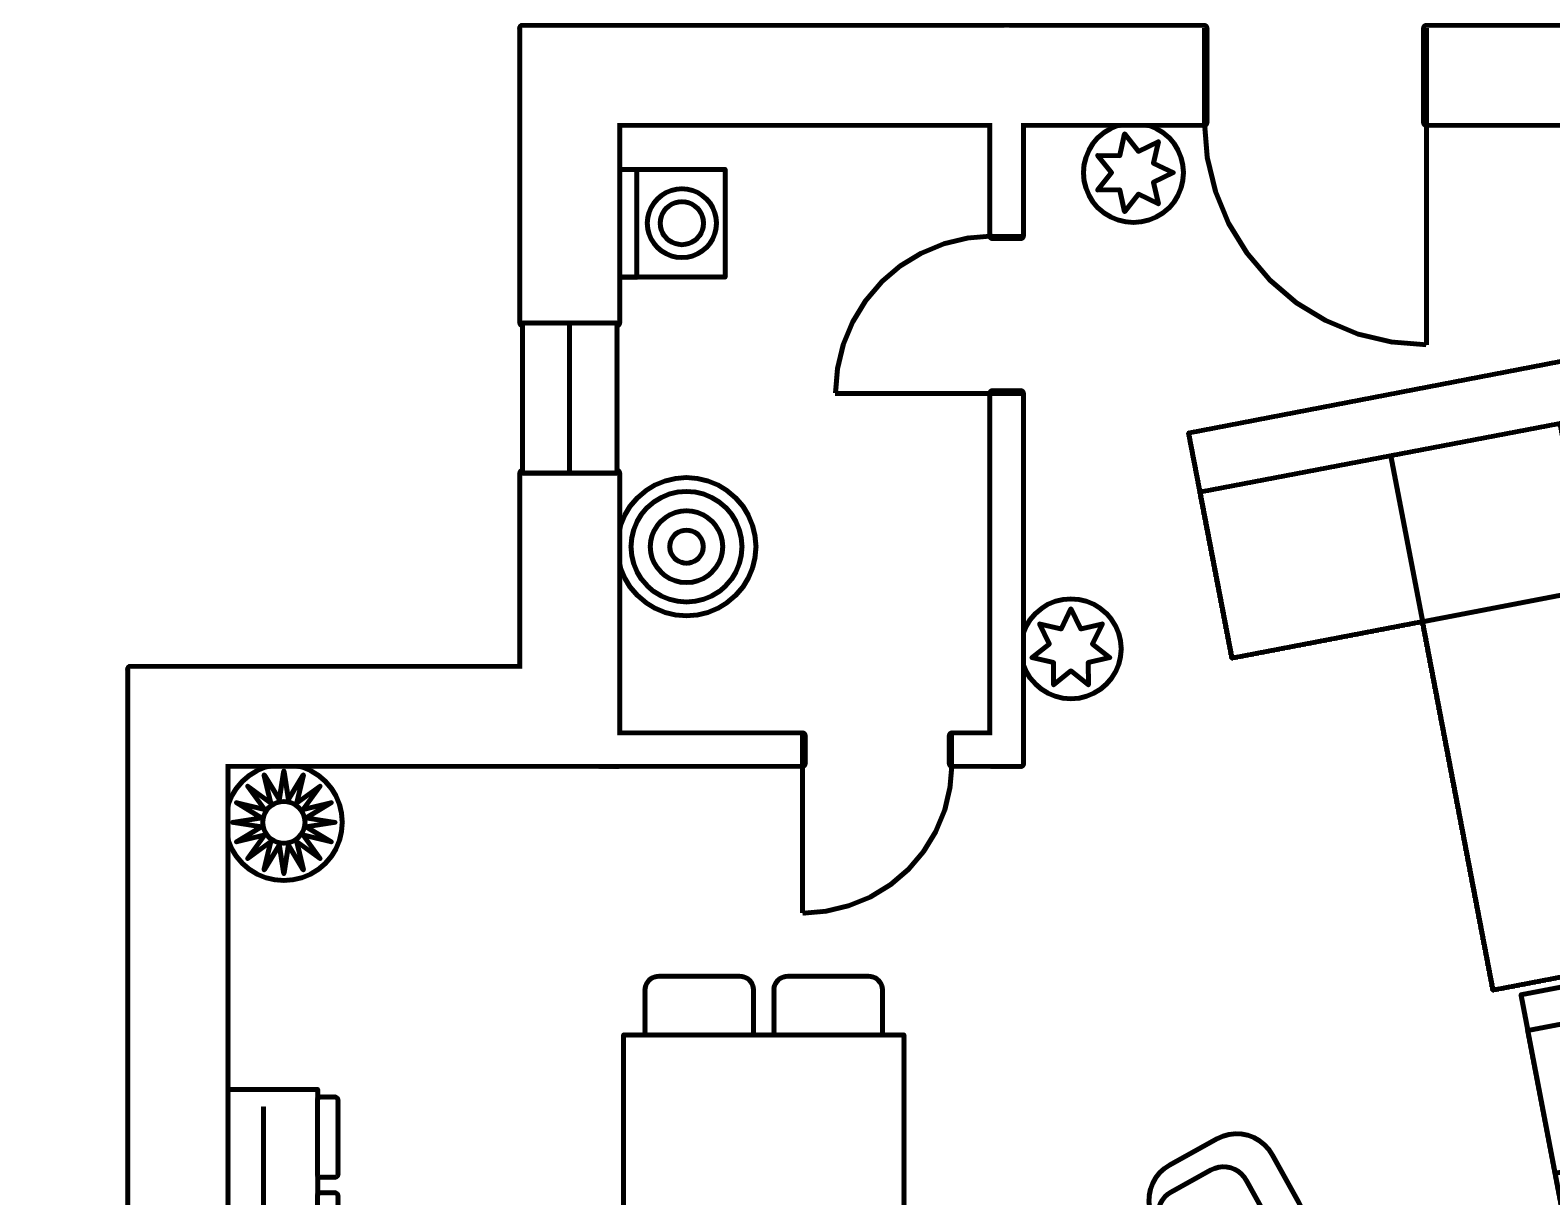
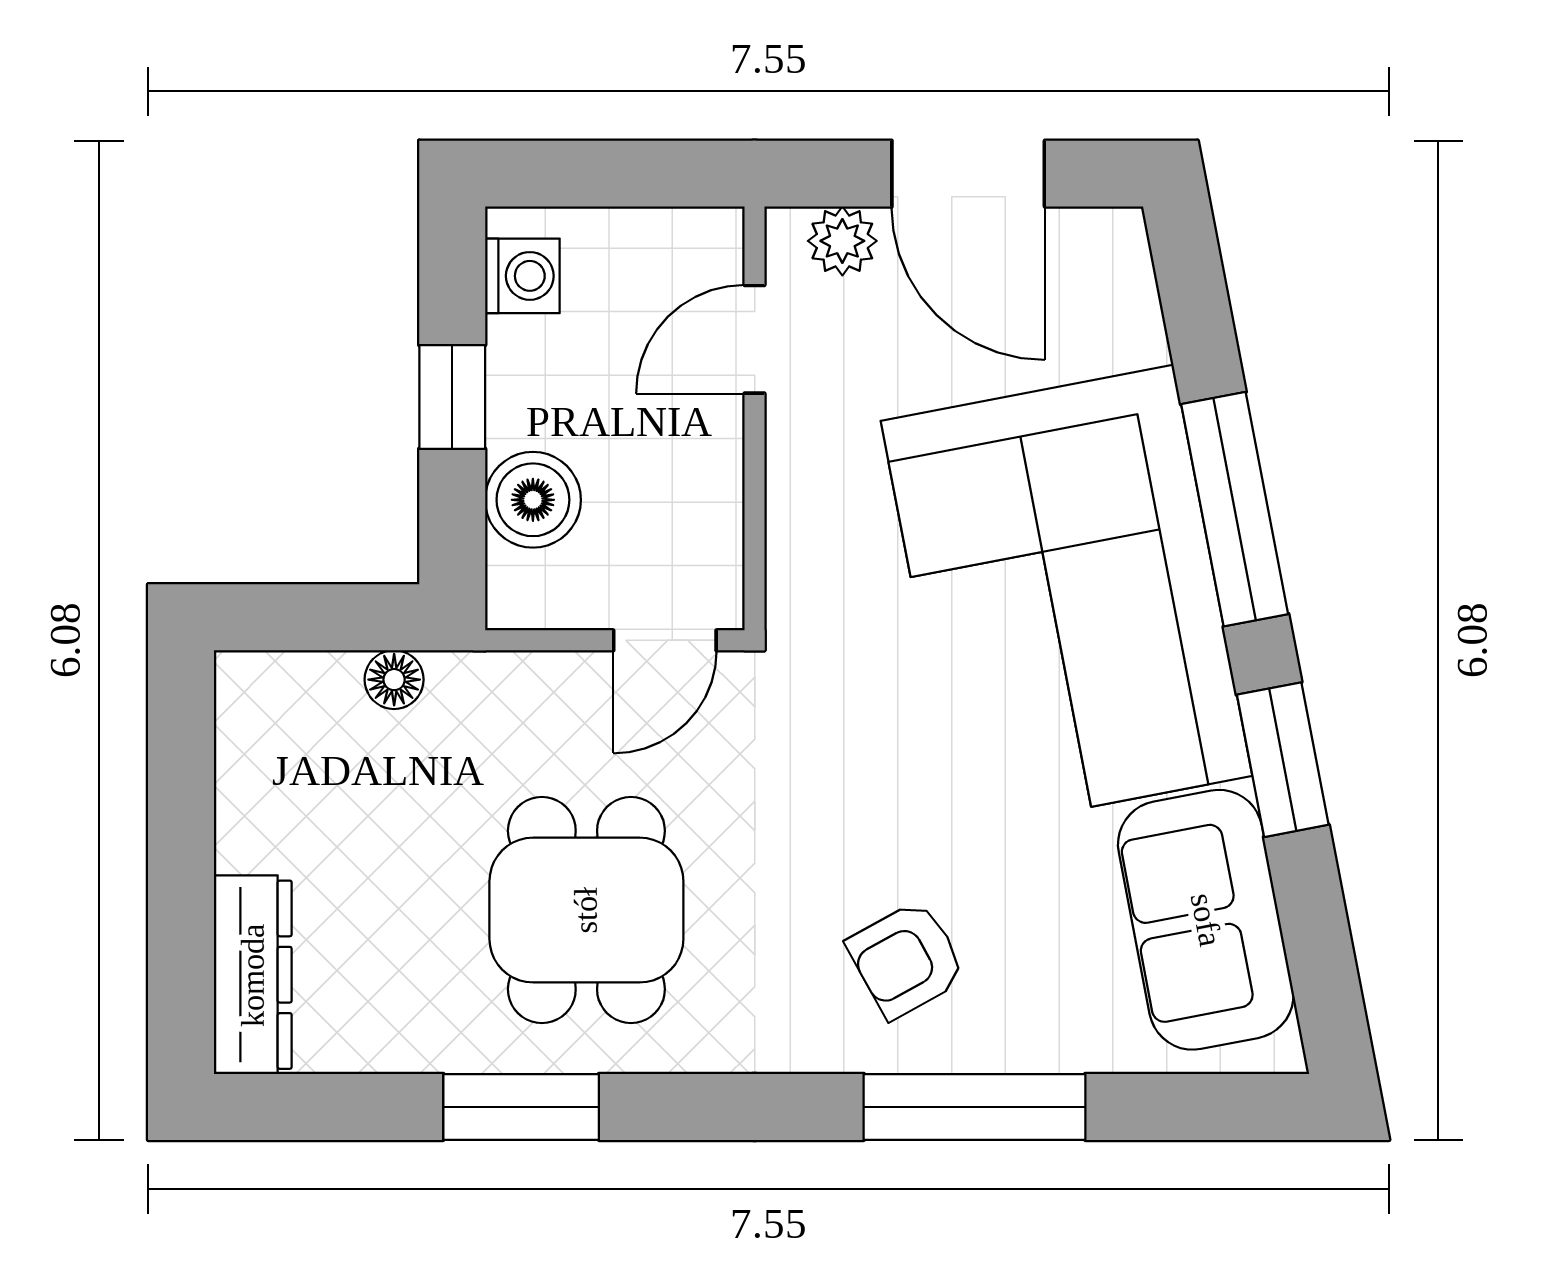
plant: (1071, 649) -> (799, 570), removed
floor lamp: (284, 822) -> (394, 680), moved, width x0.73, depth x0.73

